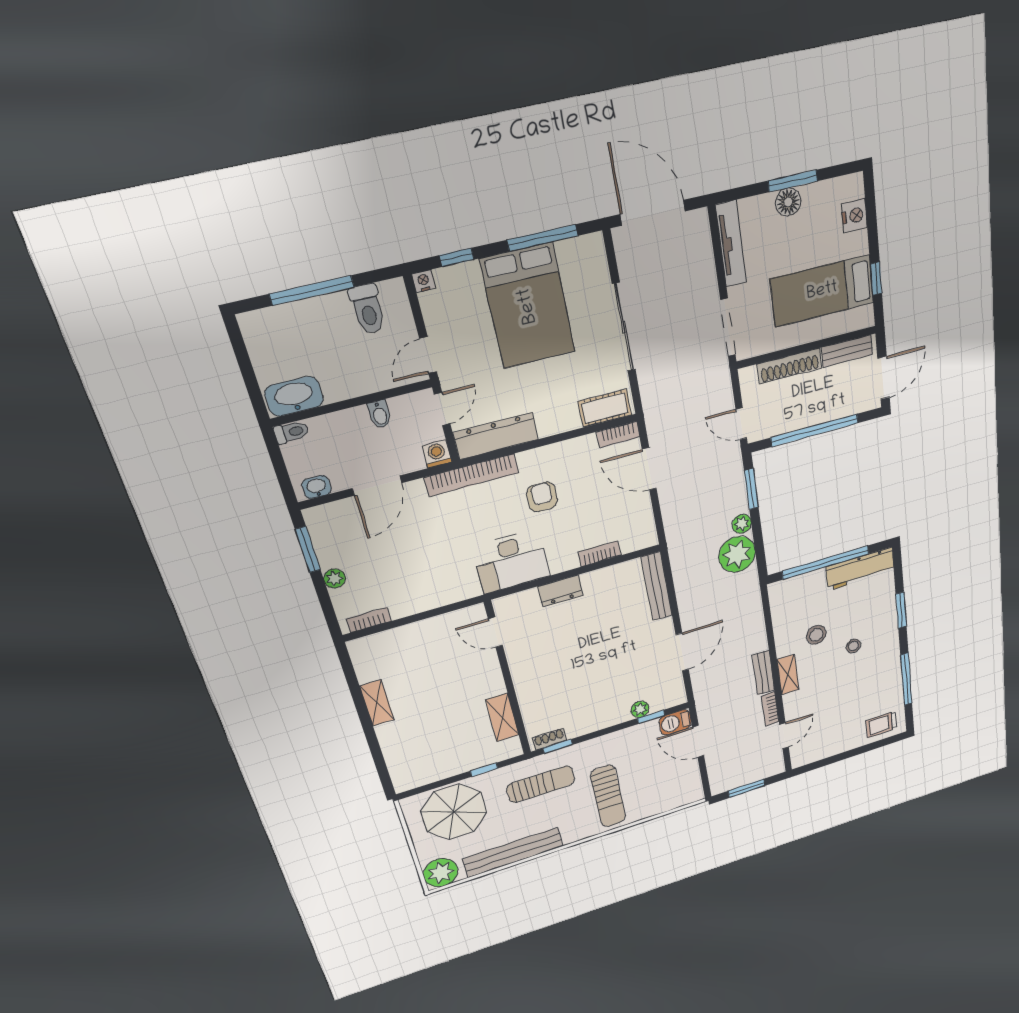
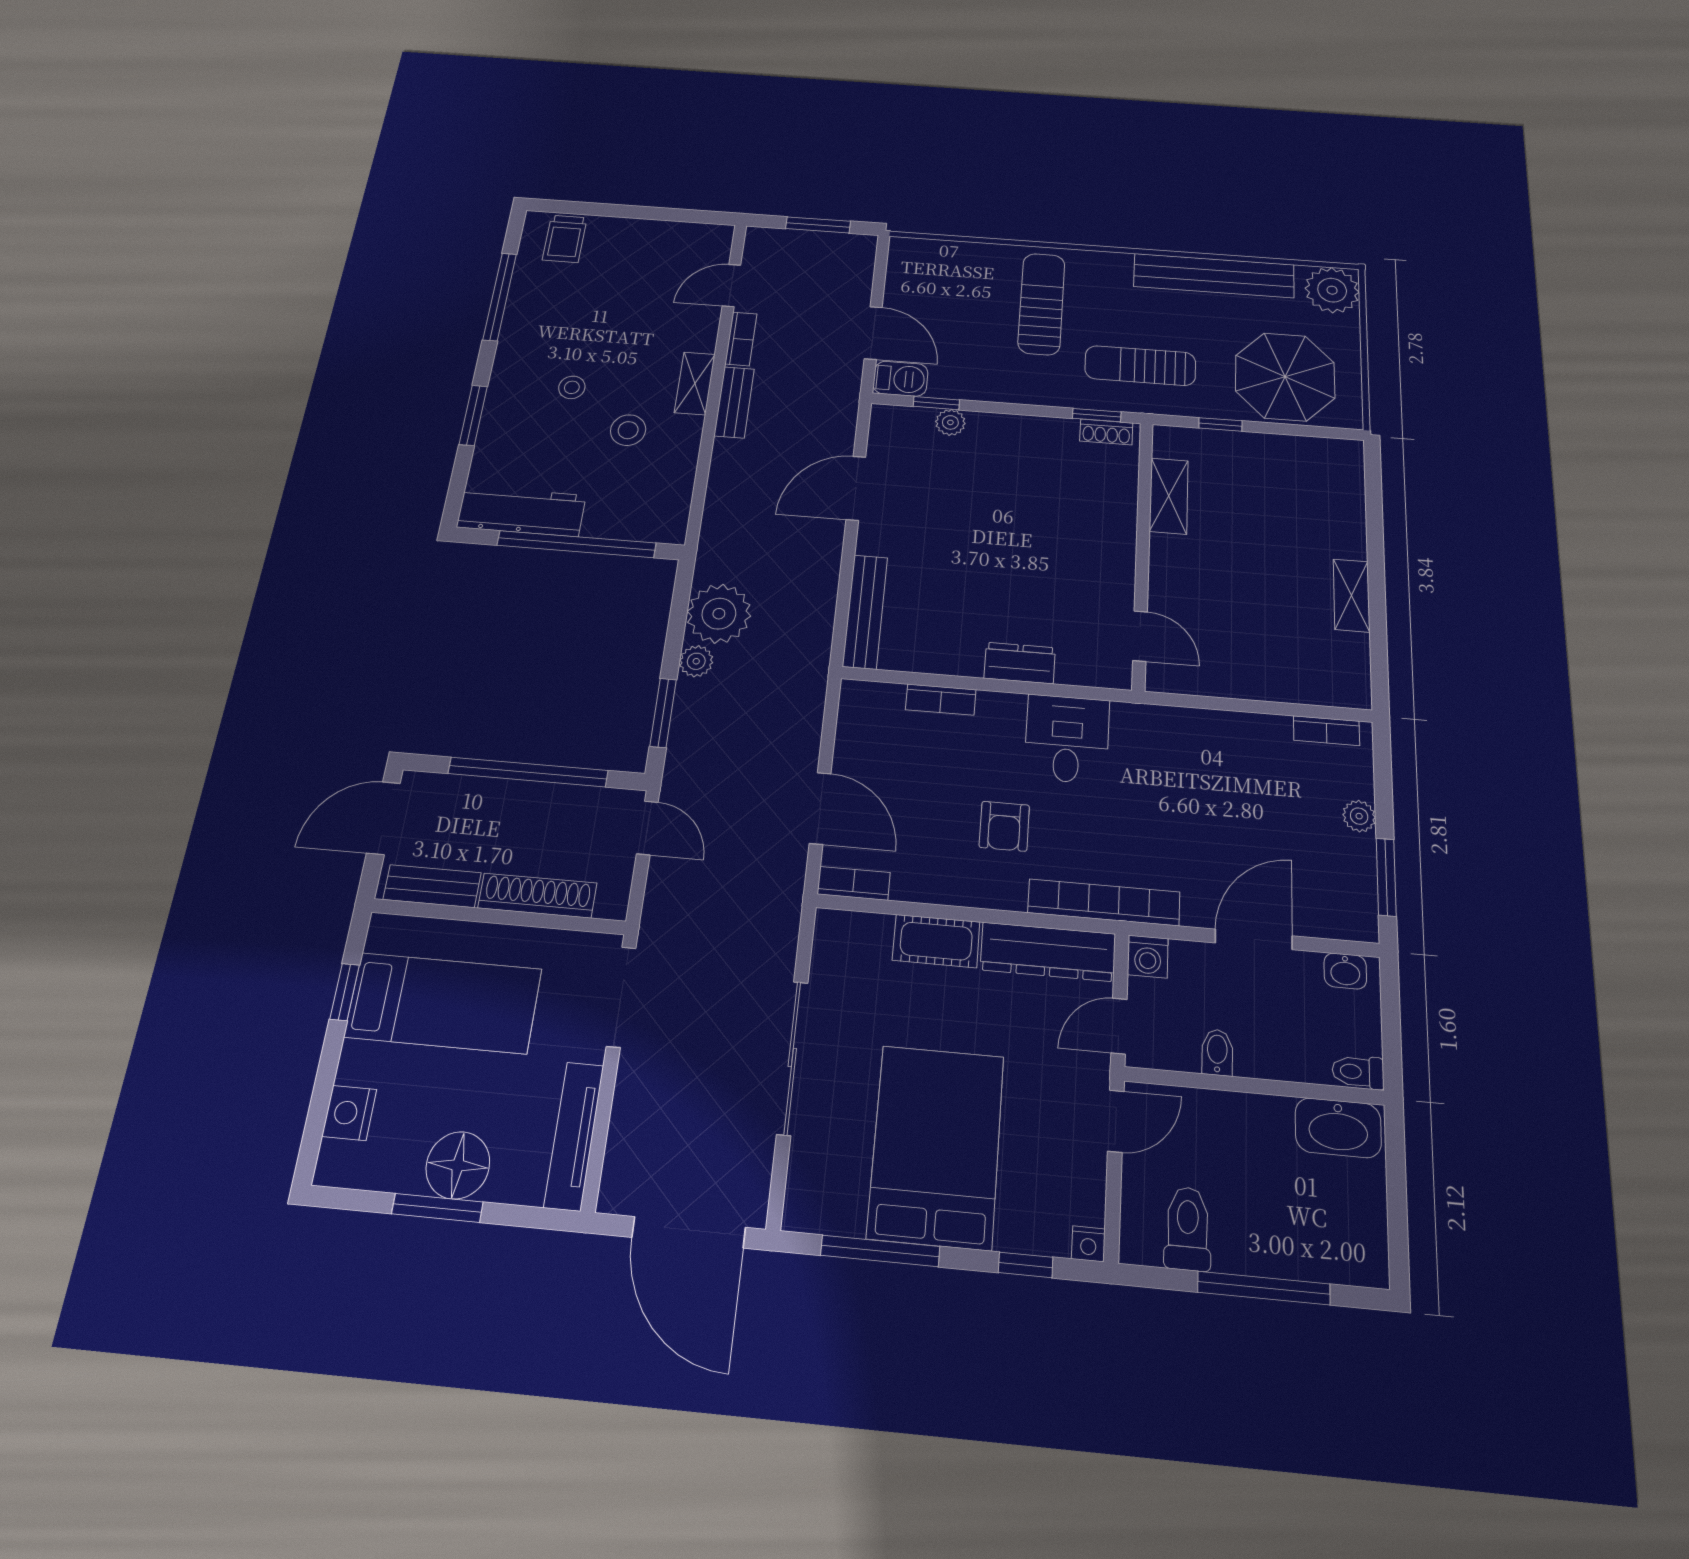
floor lamp: (788, 202) -> (458, 1165), width x1.38, depth x1.38
cot: (605, 408) -> (936, 941), moved
desk: (512, 561) -> (1067, 739), width x0.73
trolley: (881, 724) -> (565, 239), turned 90

